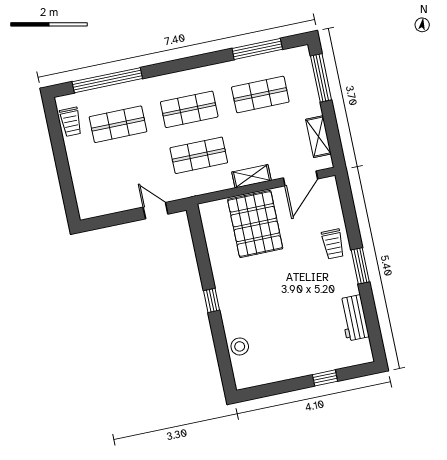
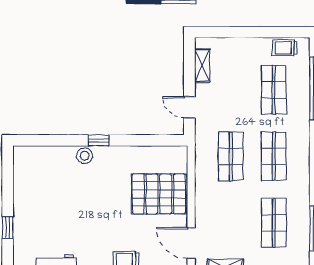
shelving: (252, 176) -> (202, 65), moved
door: (156, 211) -> (189, 107), swing flipped
stool: (240, 346) -> (85, 156), moved

